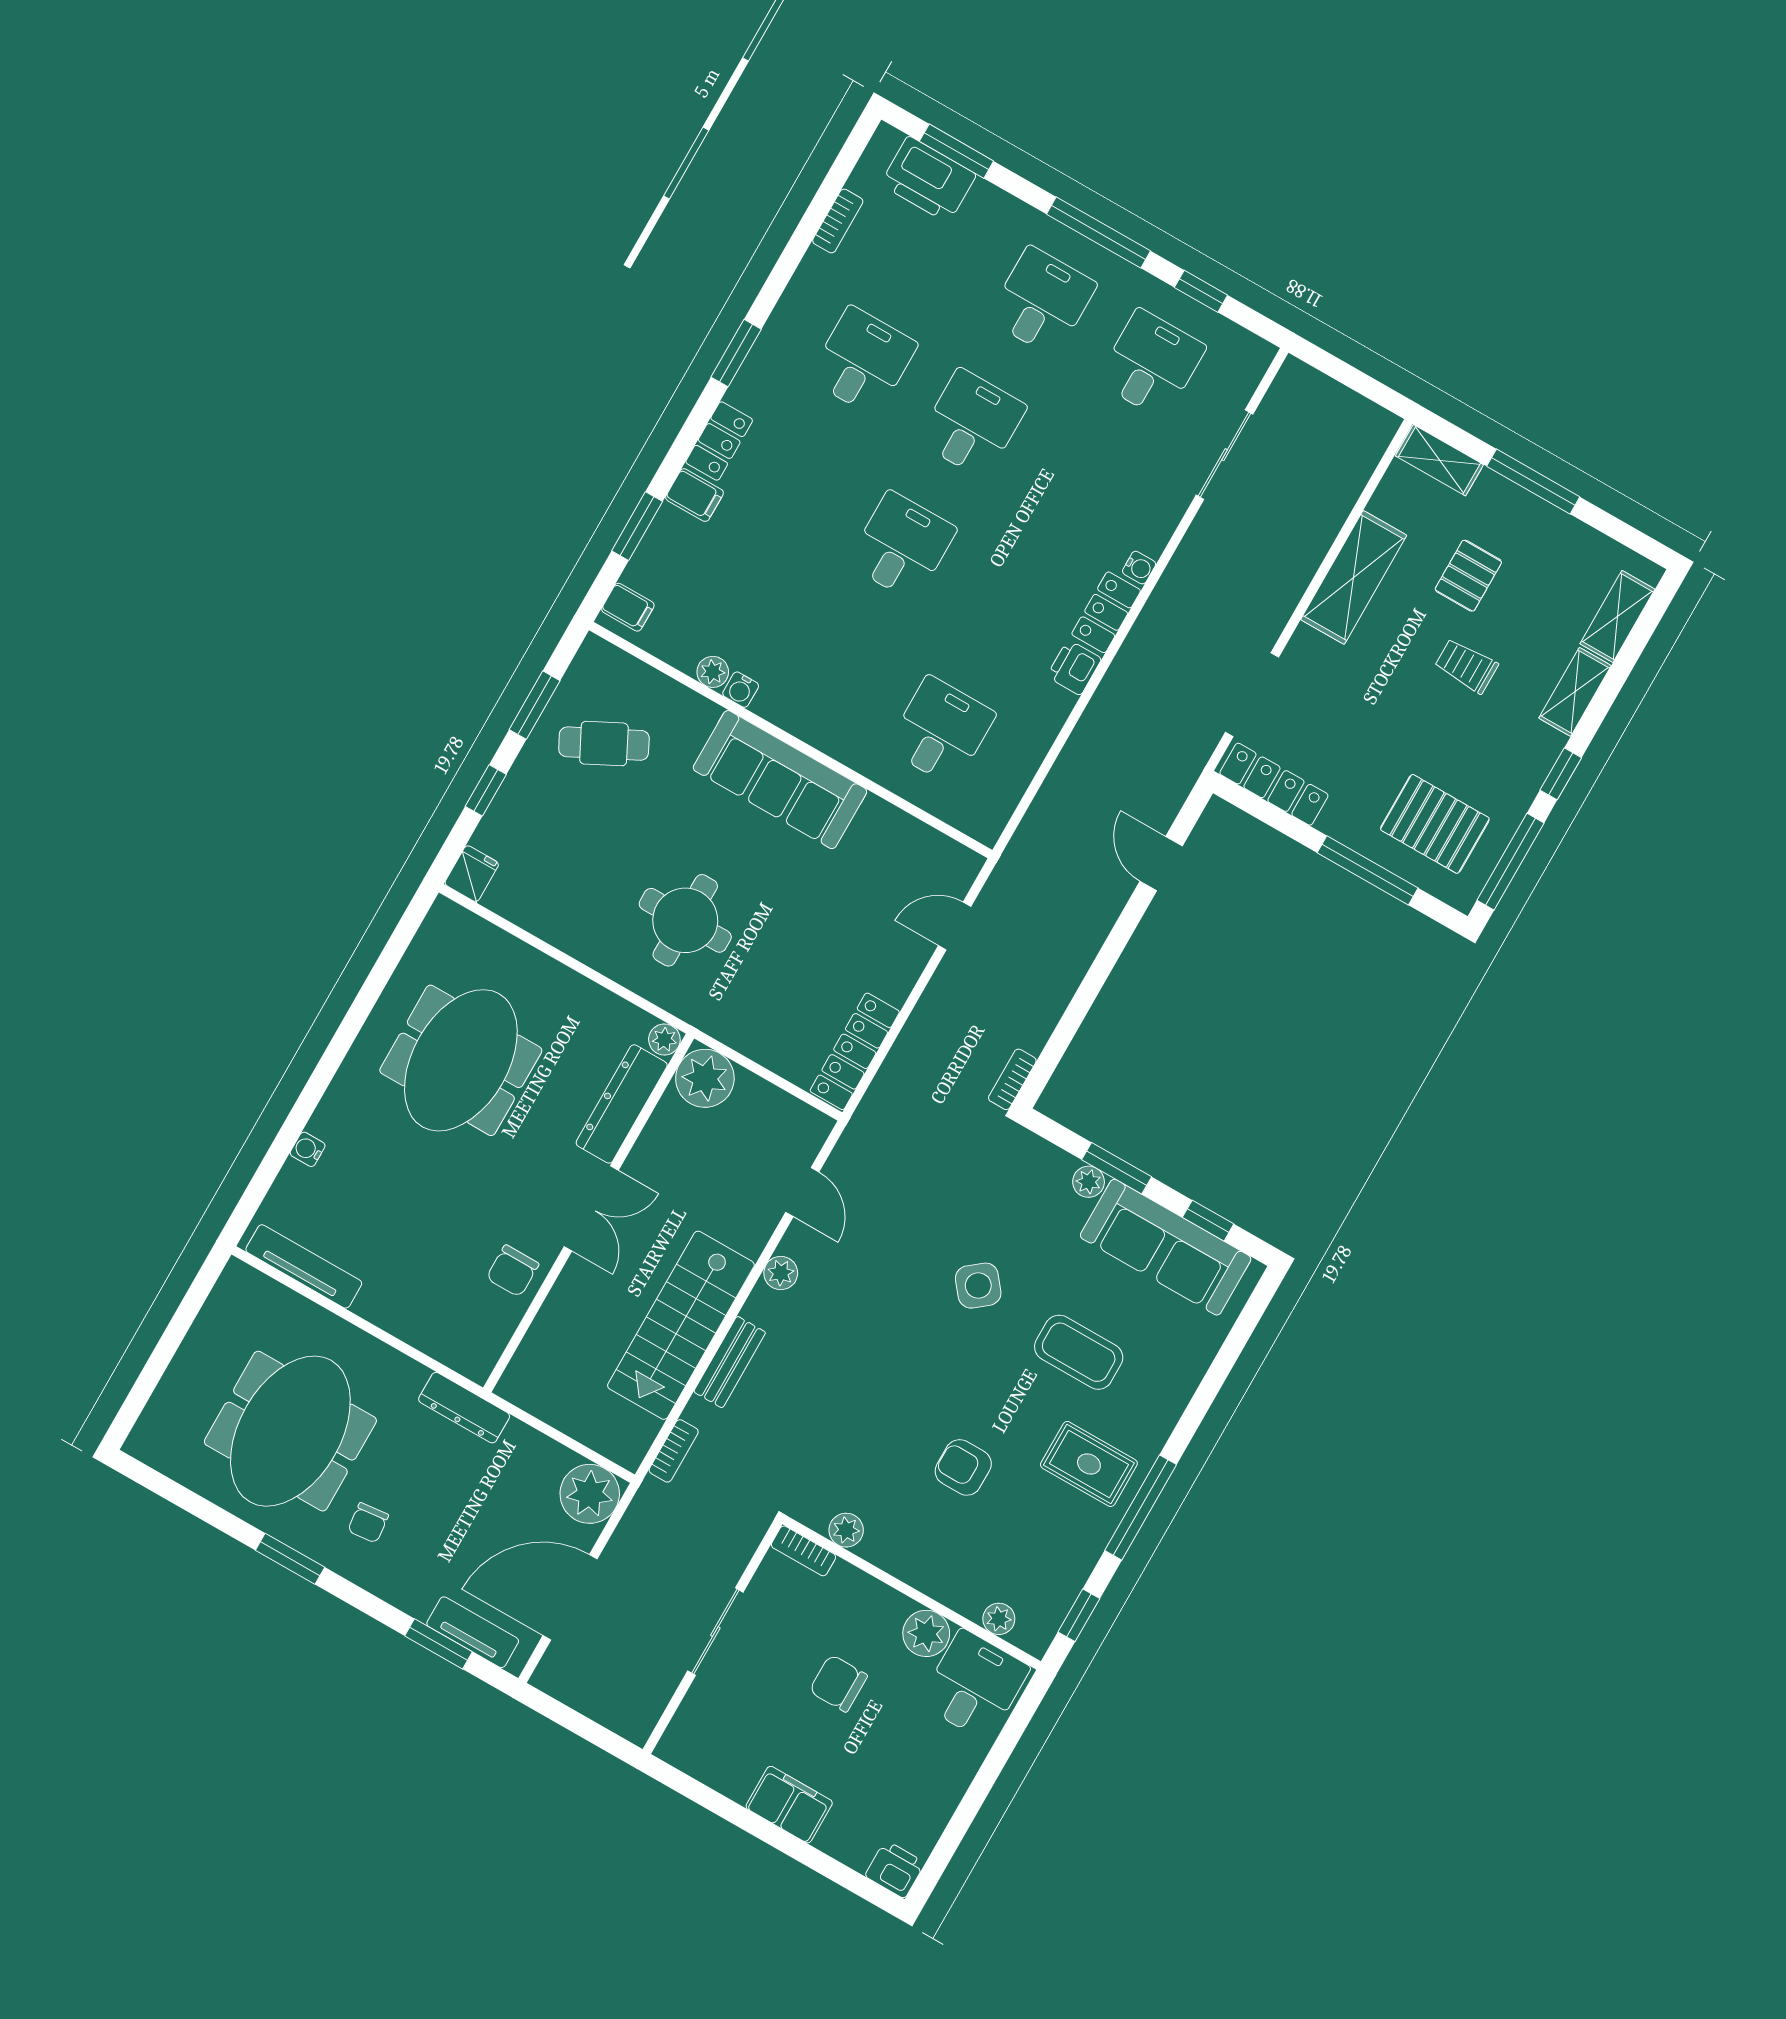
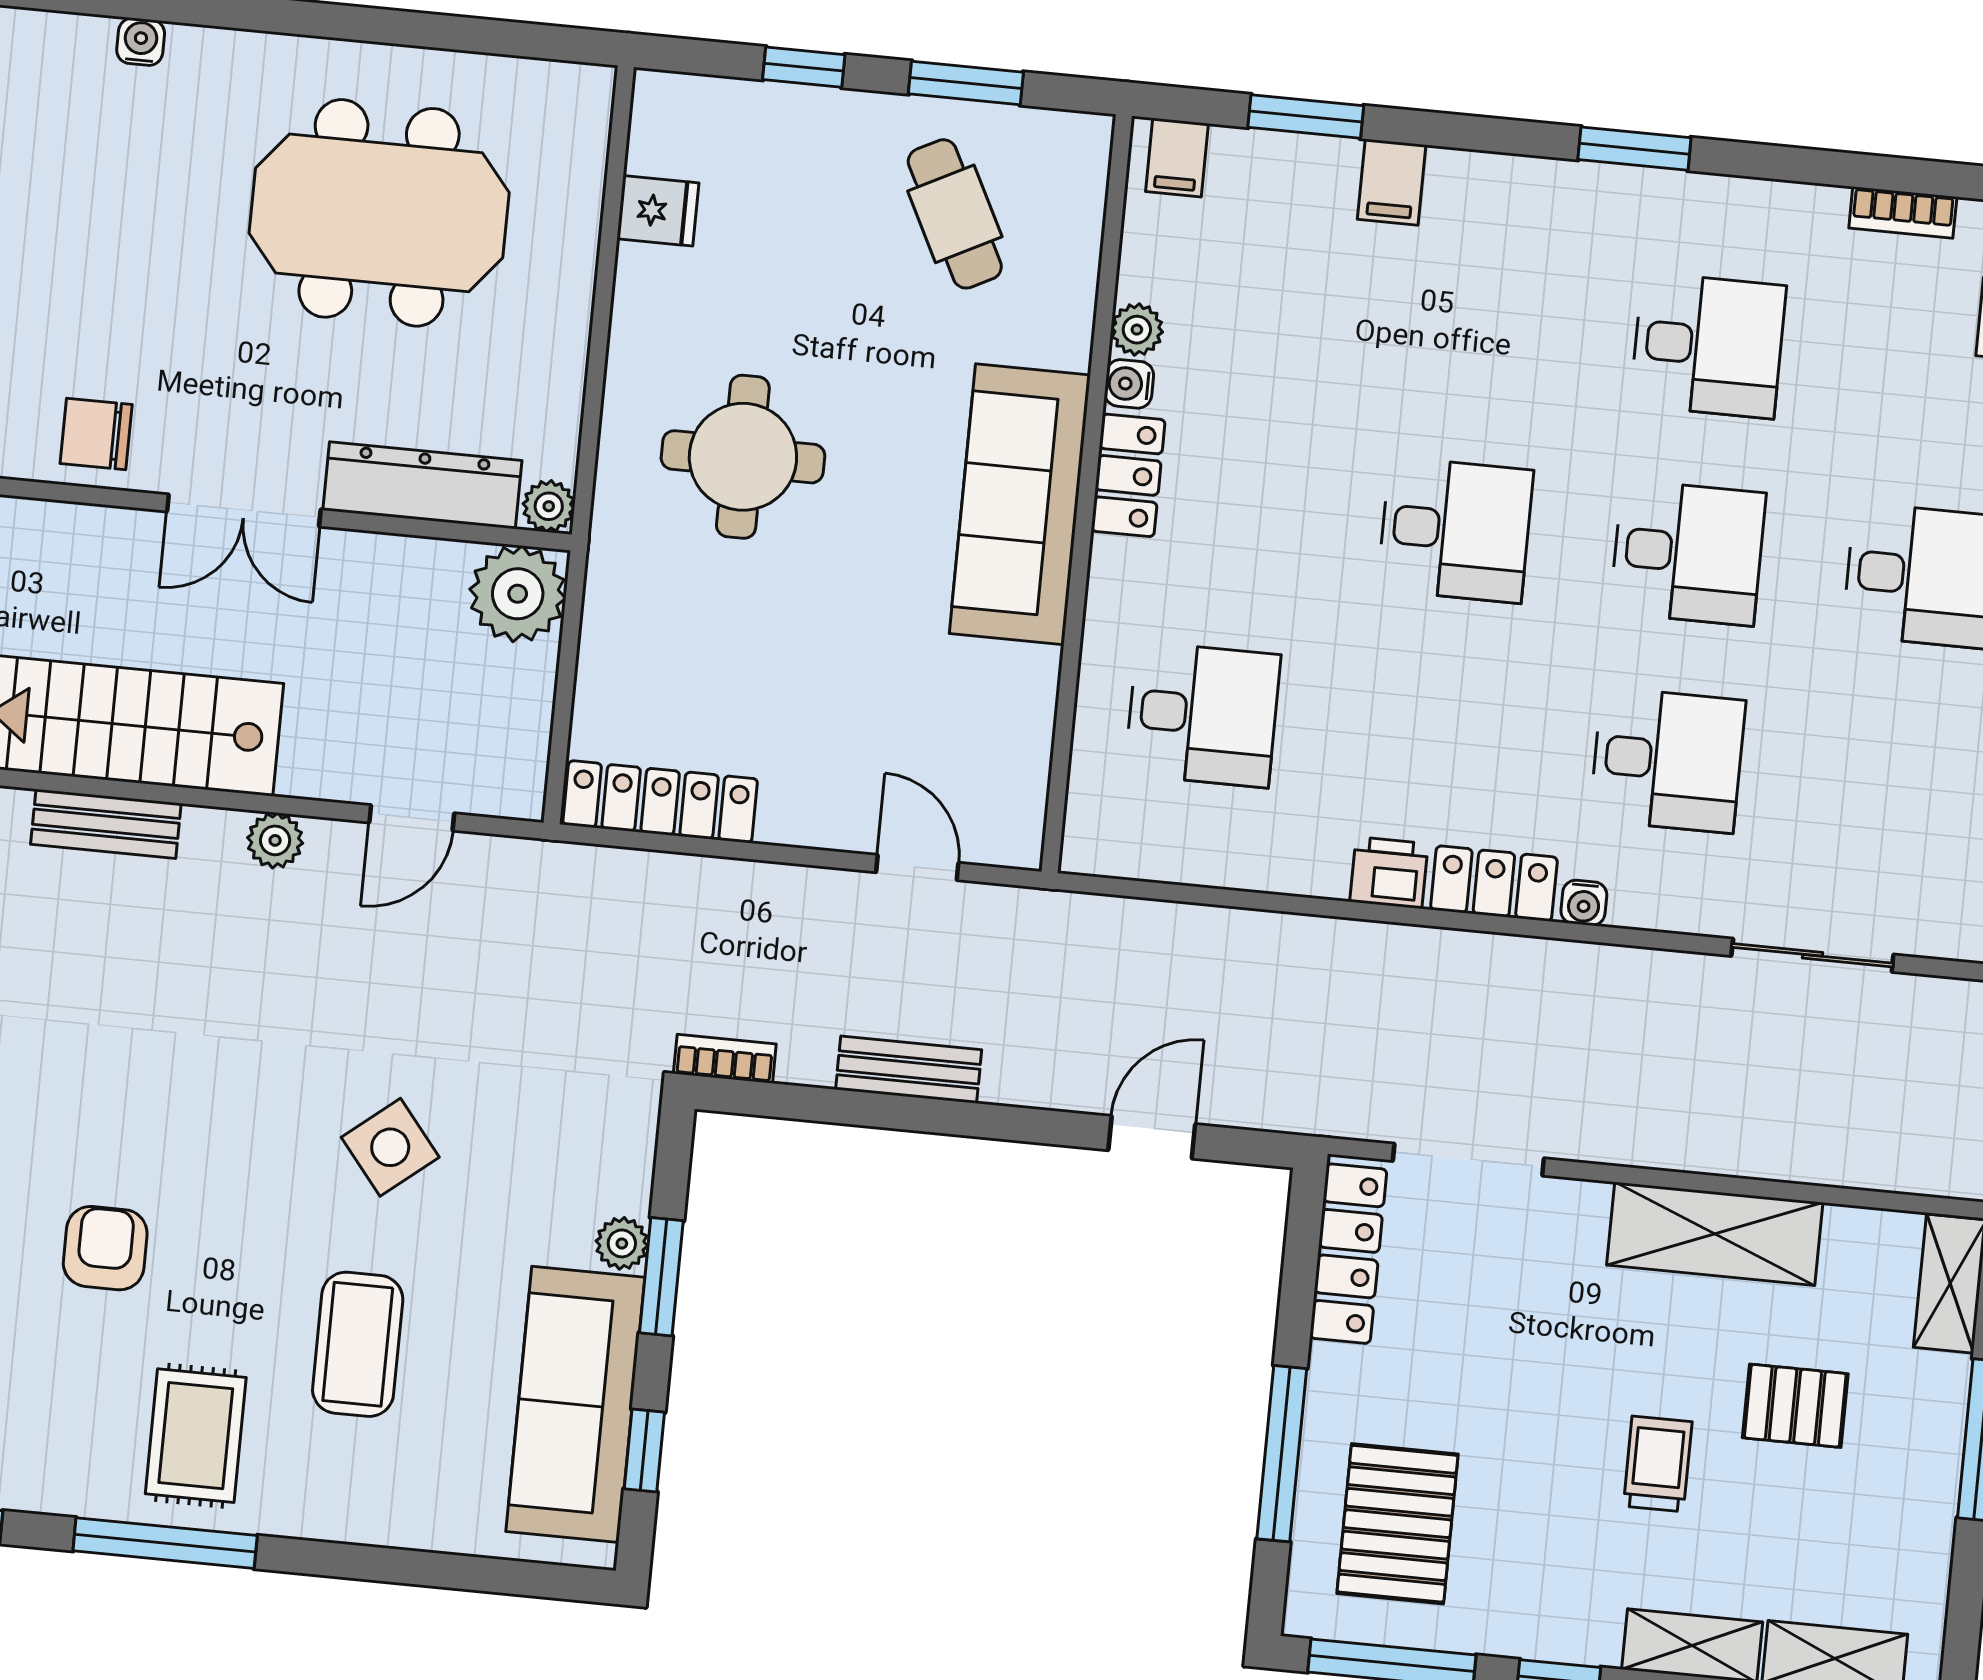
desk: (1151, 364) -> (1667, 760), moved
locker: (719, 441) -> (1128, 475), moved, turned -90
fridge: (472, 874) -> (658, 211), moved
bench: (1064, 981) -> (909, 1070), added

